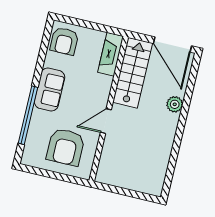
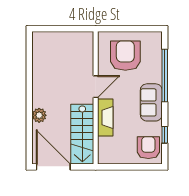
window: (43, 51) -> (165, 135), added
fireplace: (111, 54) -> (105, 118), moved

